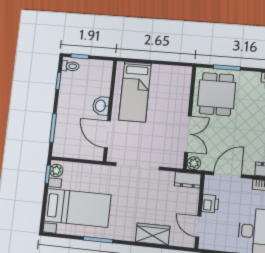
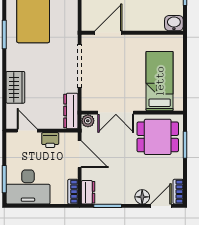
bed: (135, 92) -> (160, 81), moved, turned 90
washbasin: (101, 106) -> (174, 23), moved
dresser: (188, 180) -> (71, 111), width x1.44
door: (198, 227) -> (27, 131), hinge flipped

